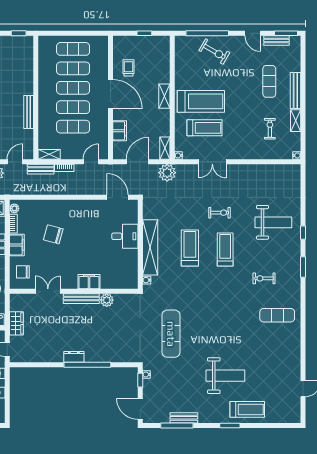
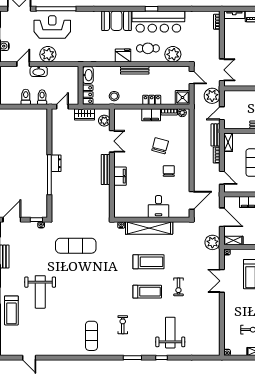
door: (15, 162) -> (222, 113), swing flipped
weight bench: (273, 222) -> (170, 333), turned 180
chair: (23, 272) -> (169, 171), moved
plant: (107, 300) -> (104, 121), moved

